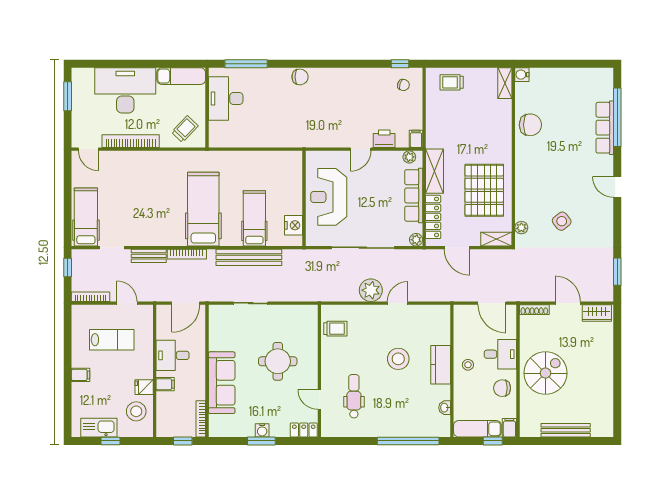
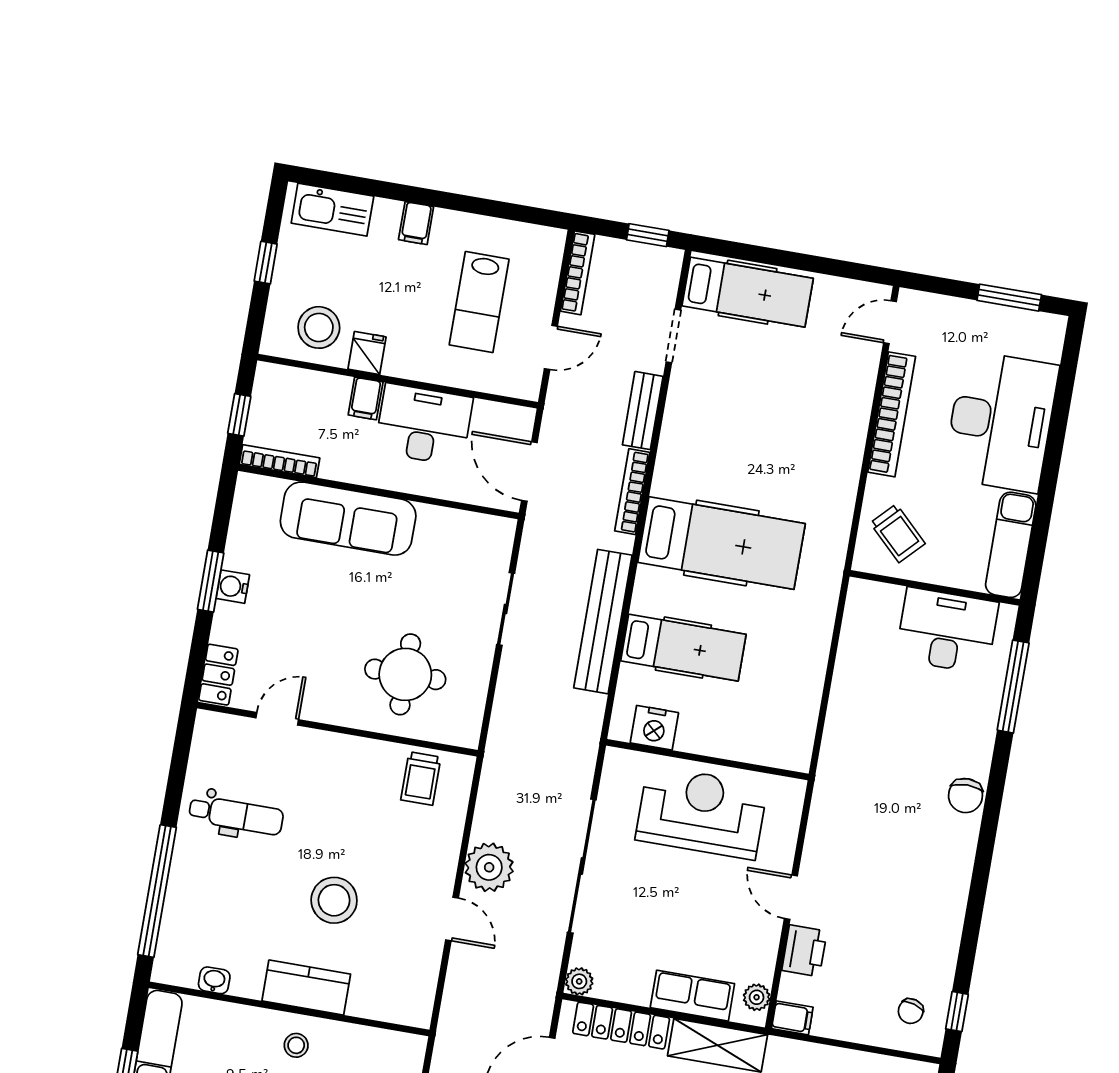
row of seats: (414, 195) -> (692, 996), width x0.68
desk: (173, 355) -> (424, 425), width x1.37
round table: (278, 361) -> (405, 674), moved
dental chair: (354, 396) -> (236, 815), moved
kitchen sink: (99, 428) -> (332, 210), moved, turned 90

